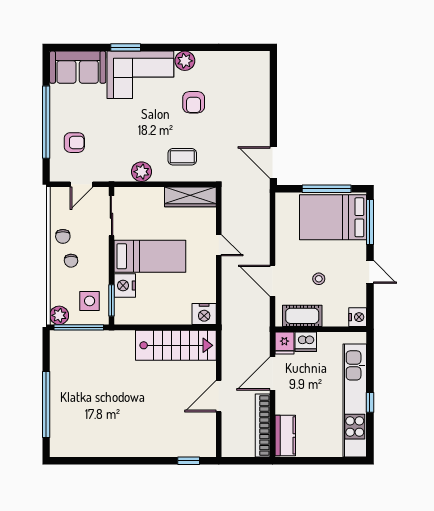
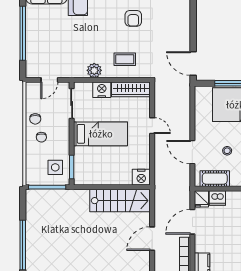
armchair: (74, 143) -> (44, 49), removed
nightstand: (125, 286) -> (102, 90), moved, turned 90
plant: (59, 315) -> (32, 178), removed

